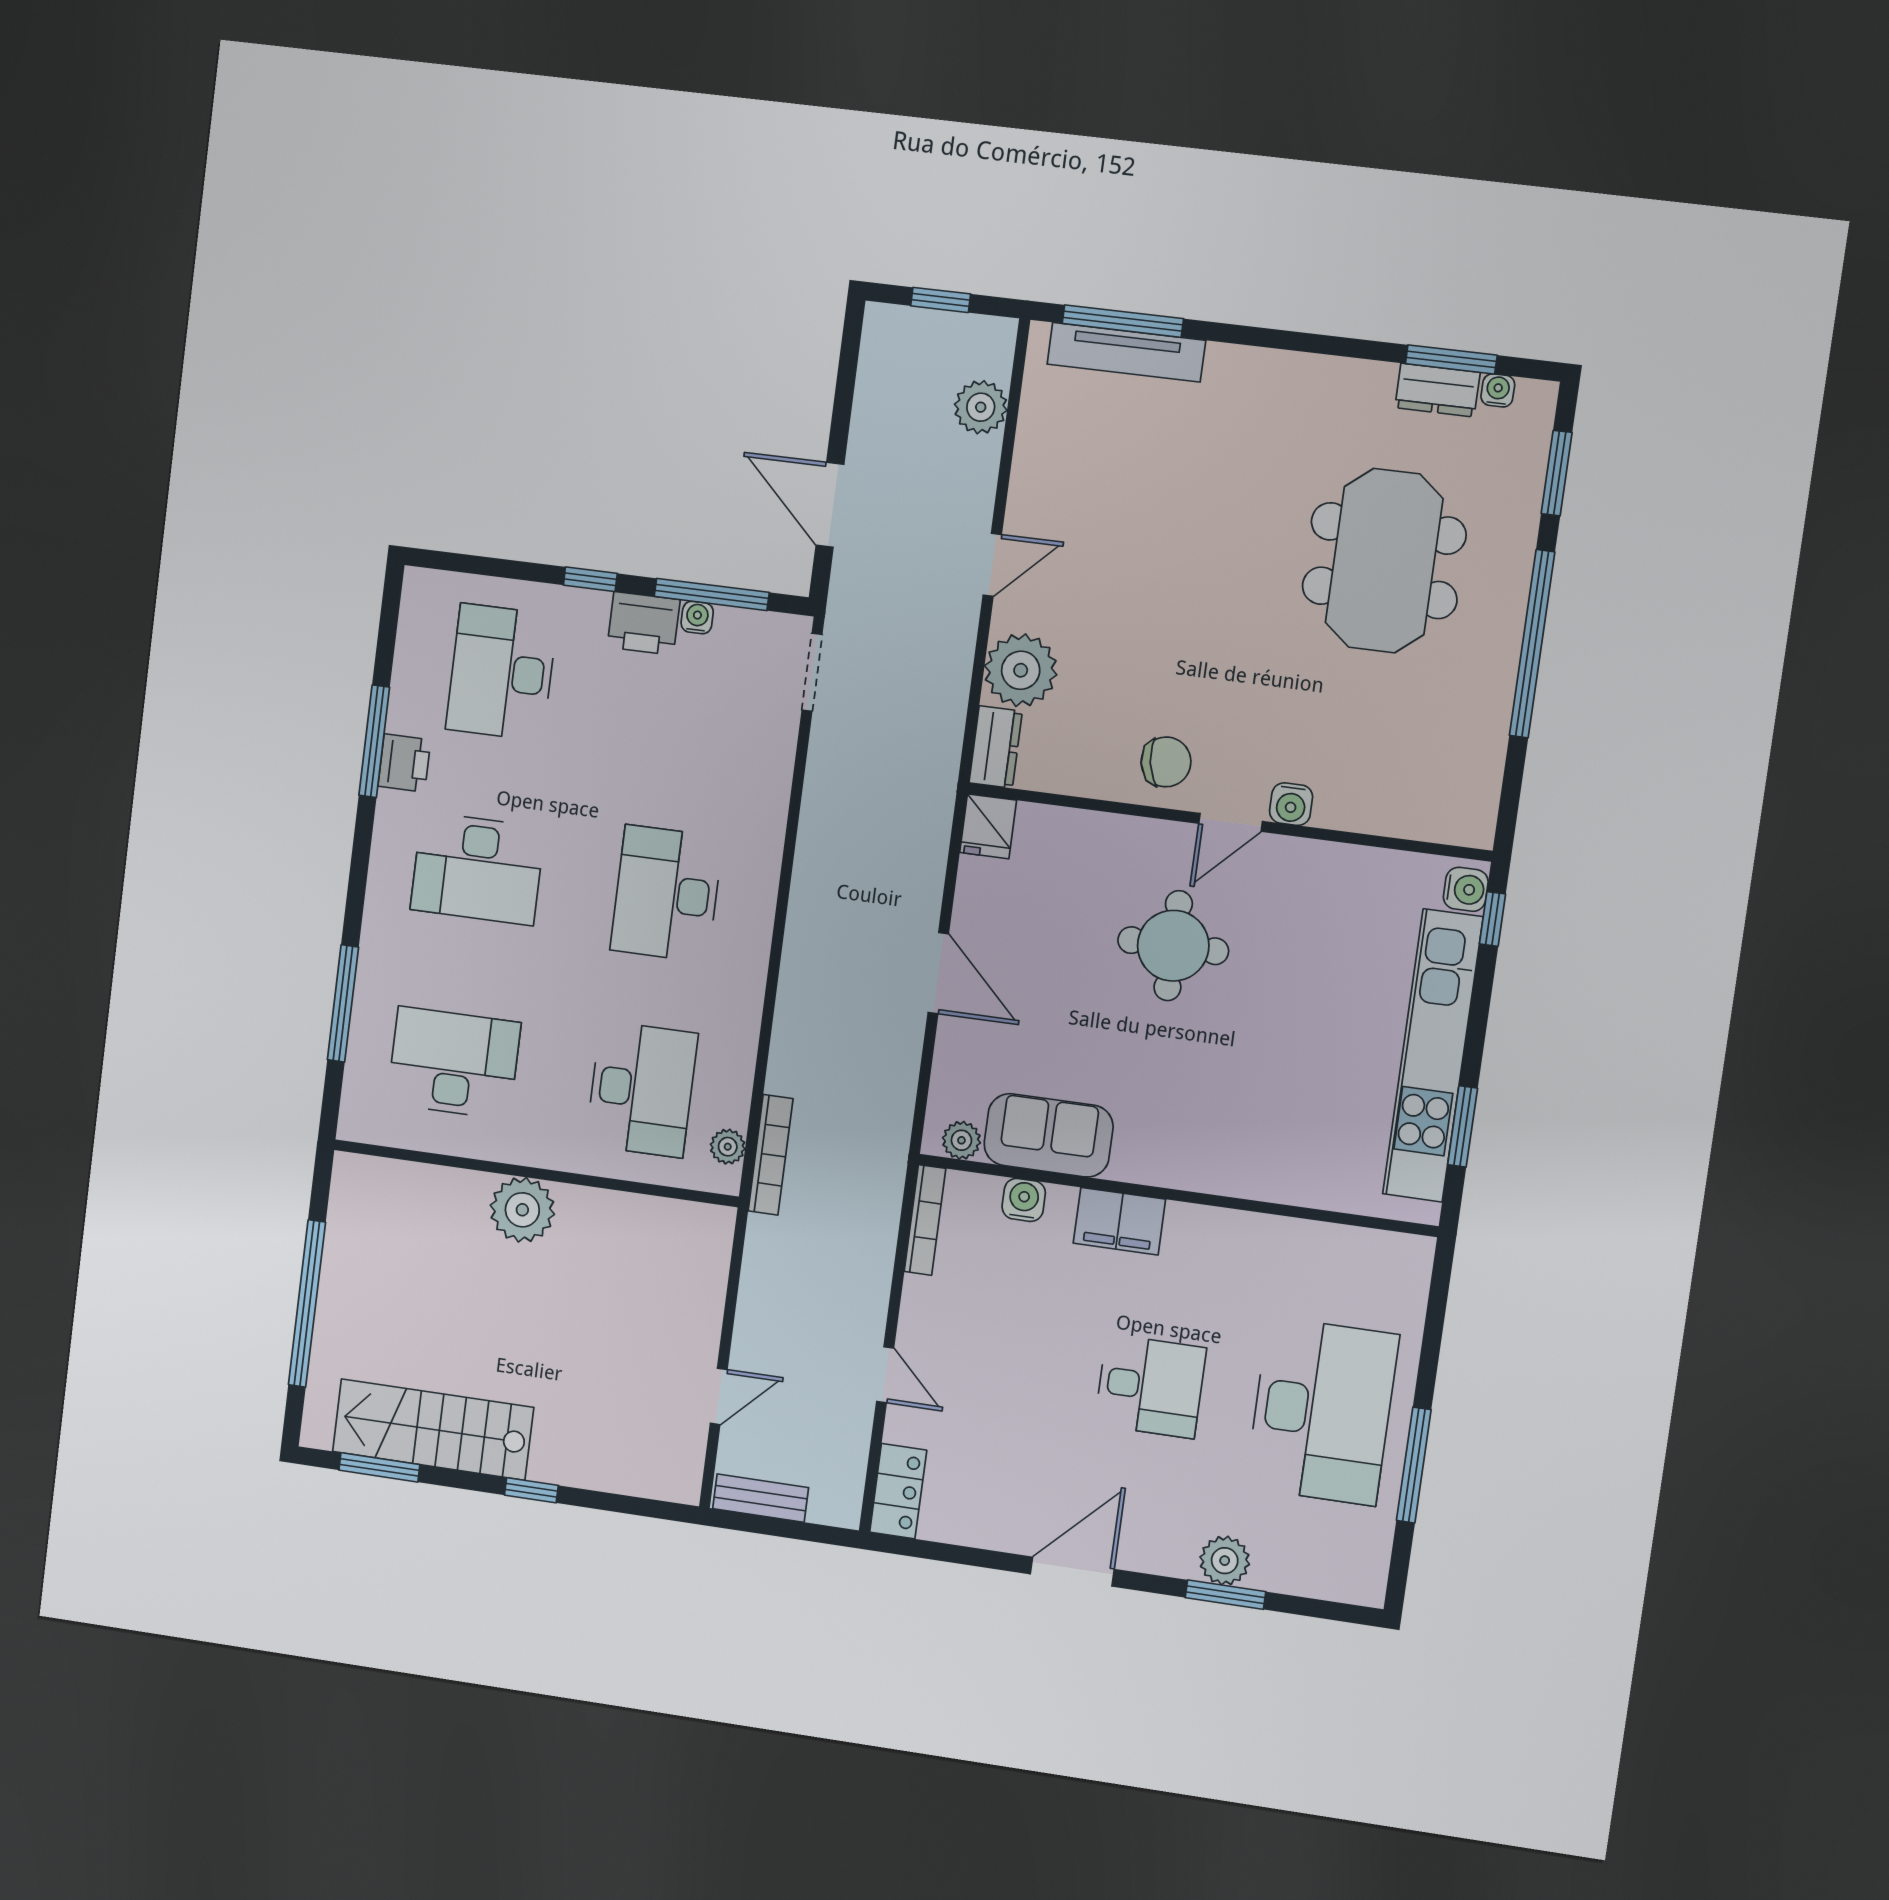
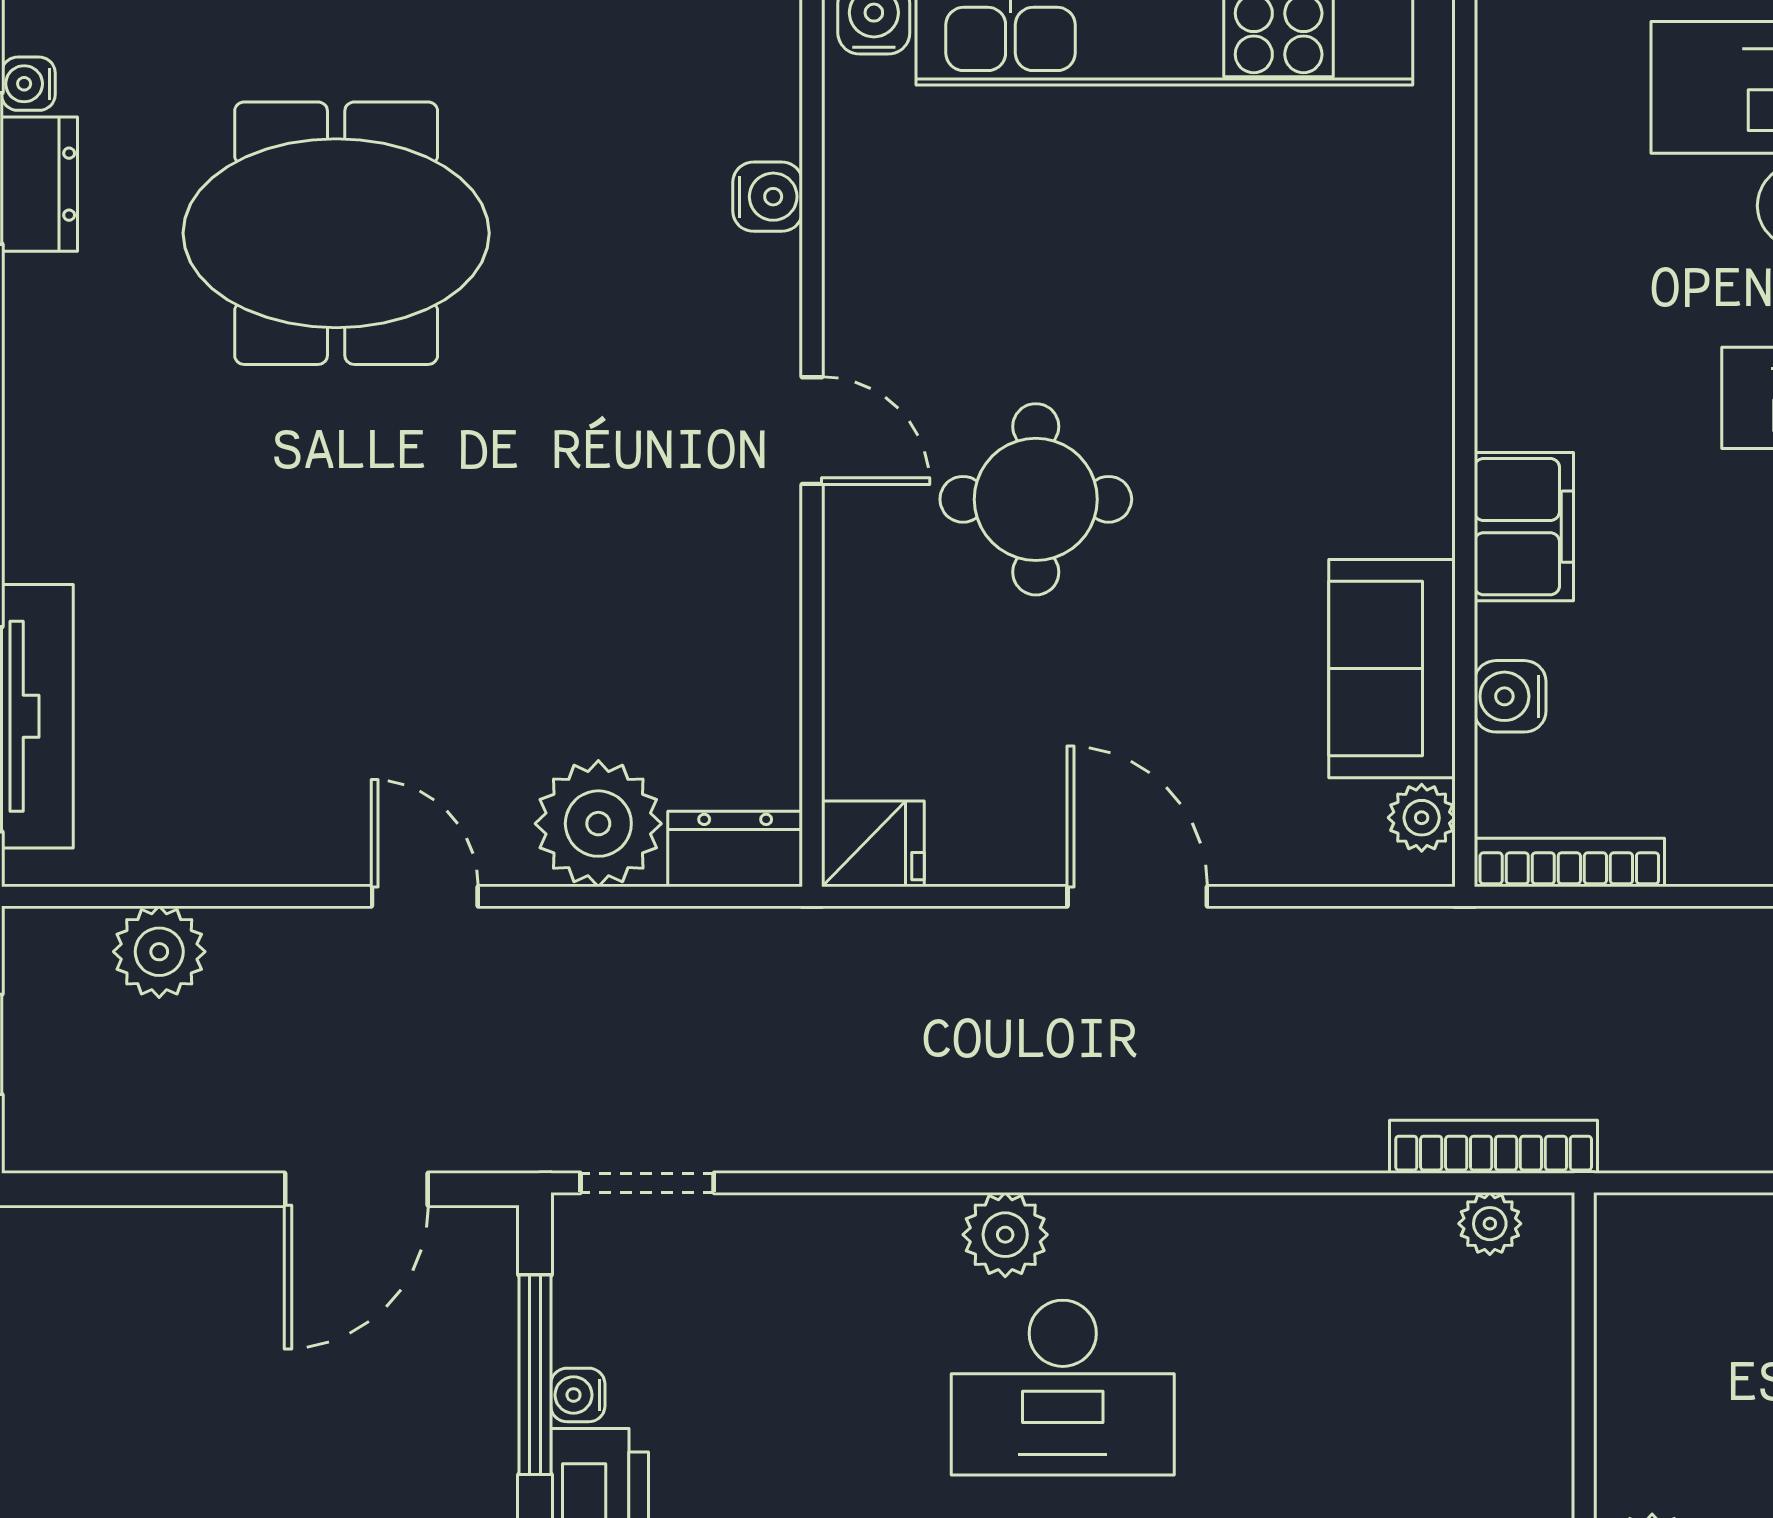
chair: (1166, 762) -> (723, 554), removed
water cooler: (1291, 804) -> (768, 197), moved
plant: (757, 873) -> (1005, 1235), added
door: (938, 973) -> (1137, 896), hinge flipped
desk: (642, 1089) -> (1410, 1388), removed

